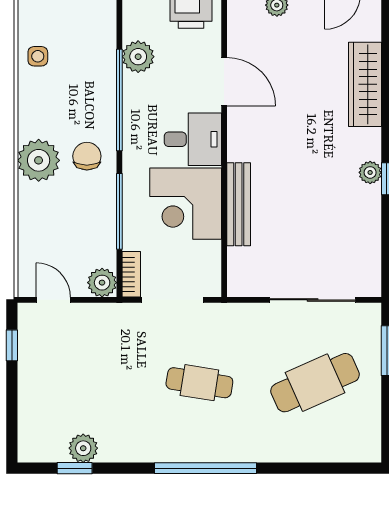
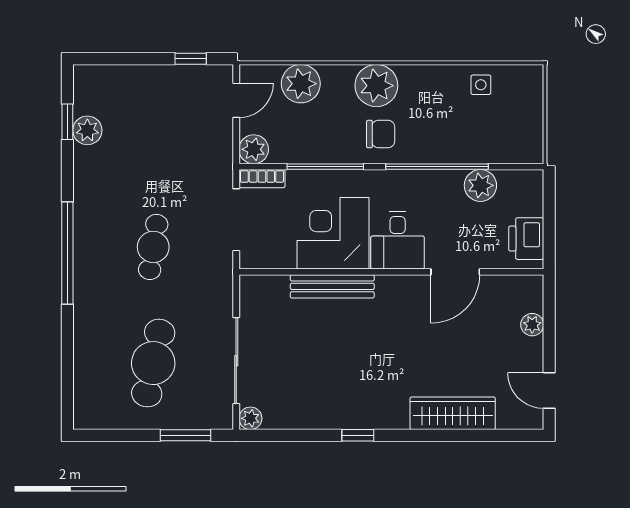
plant: (370, 172) -> (250, 418), moved
plant: (37, 236) -> (301, 84), added
cafe table: (315, 383) -> (153, 363), turned 36

